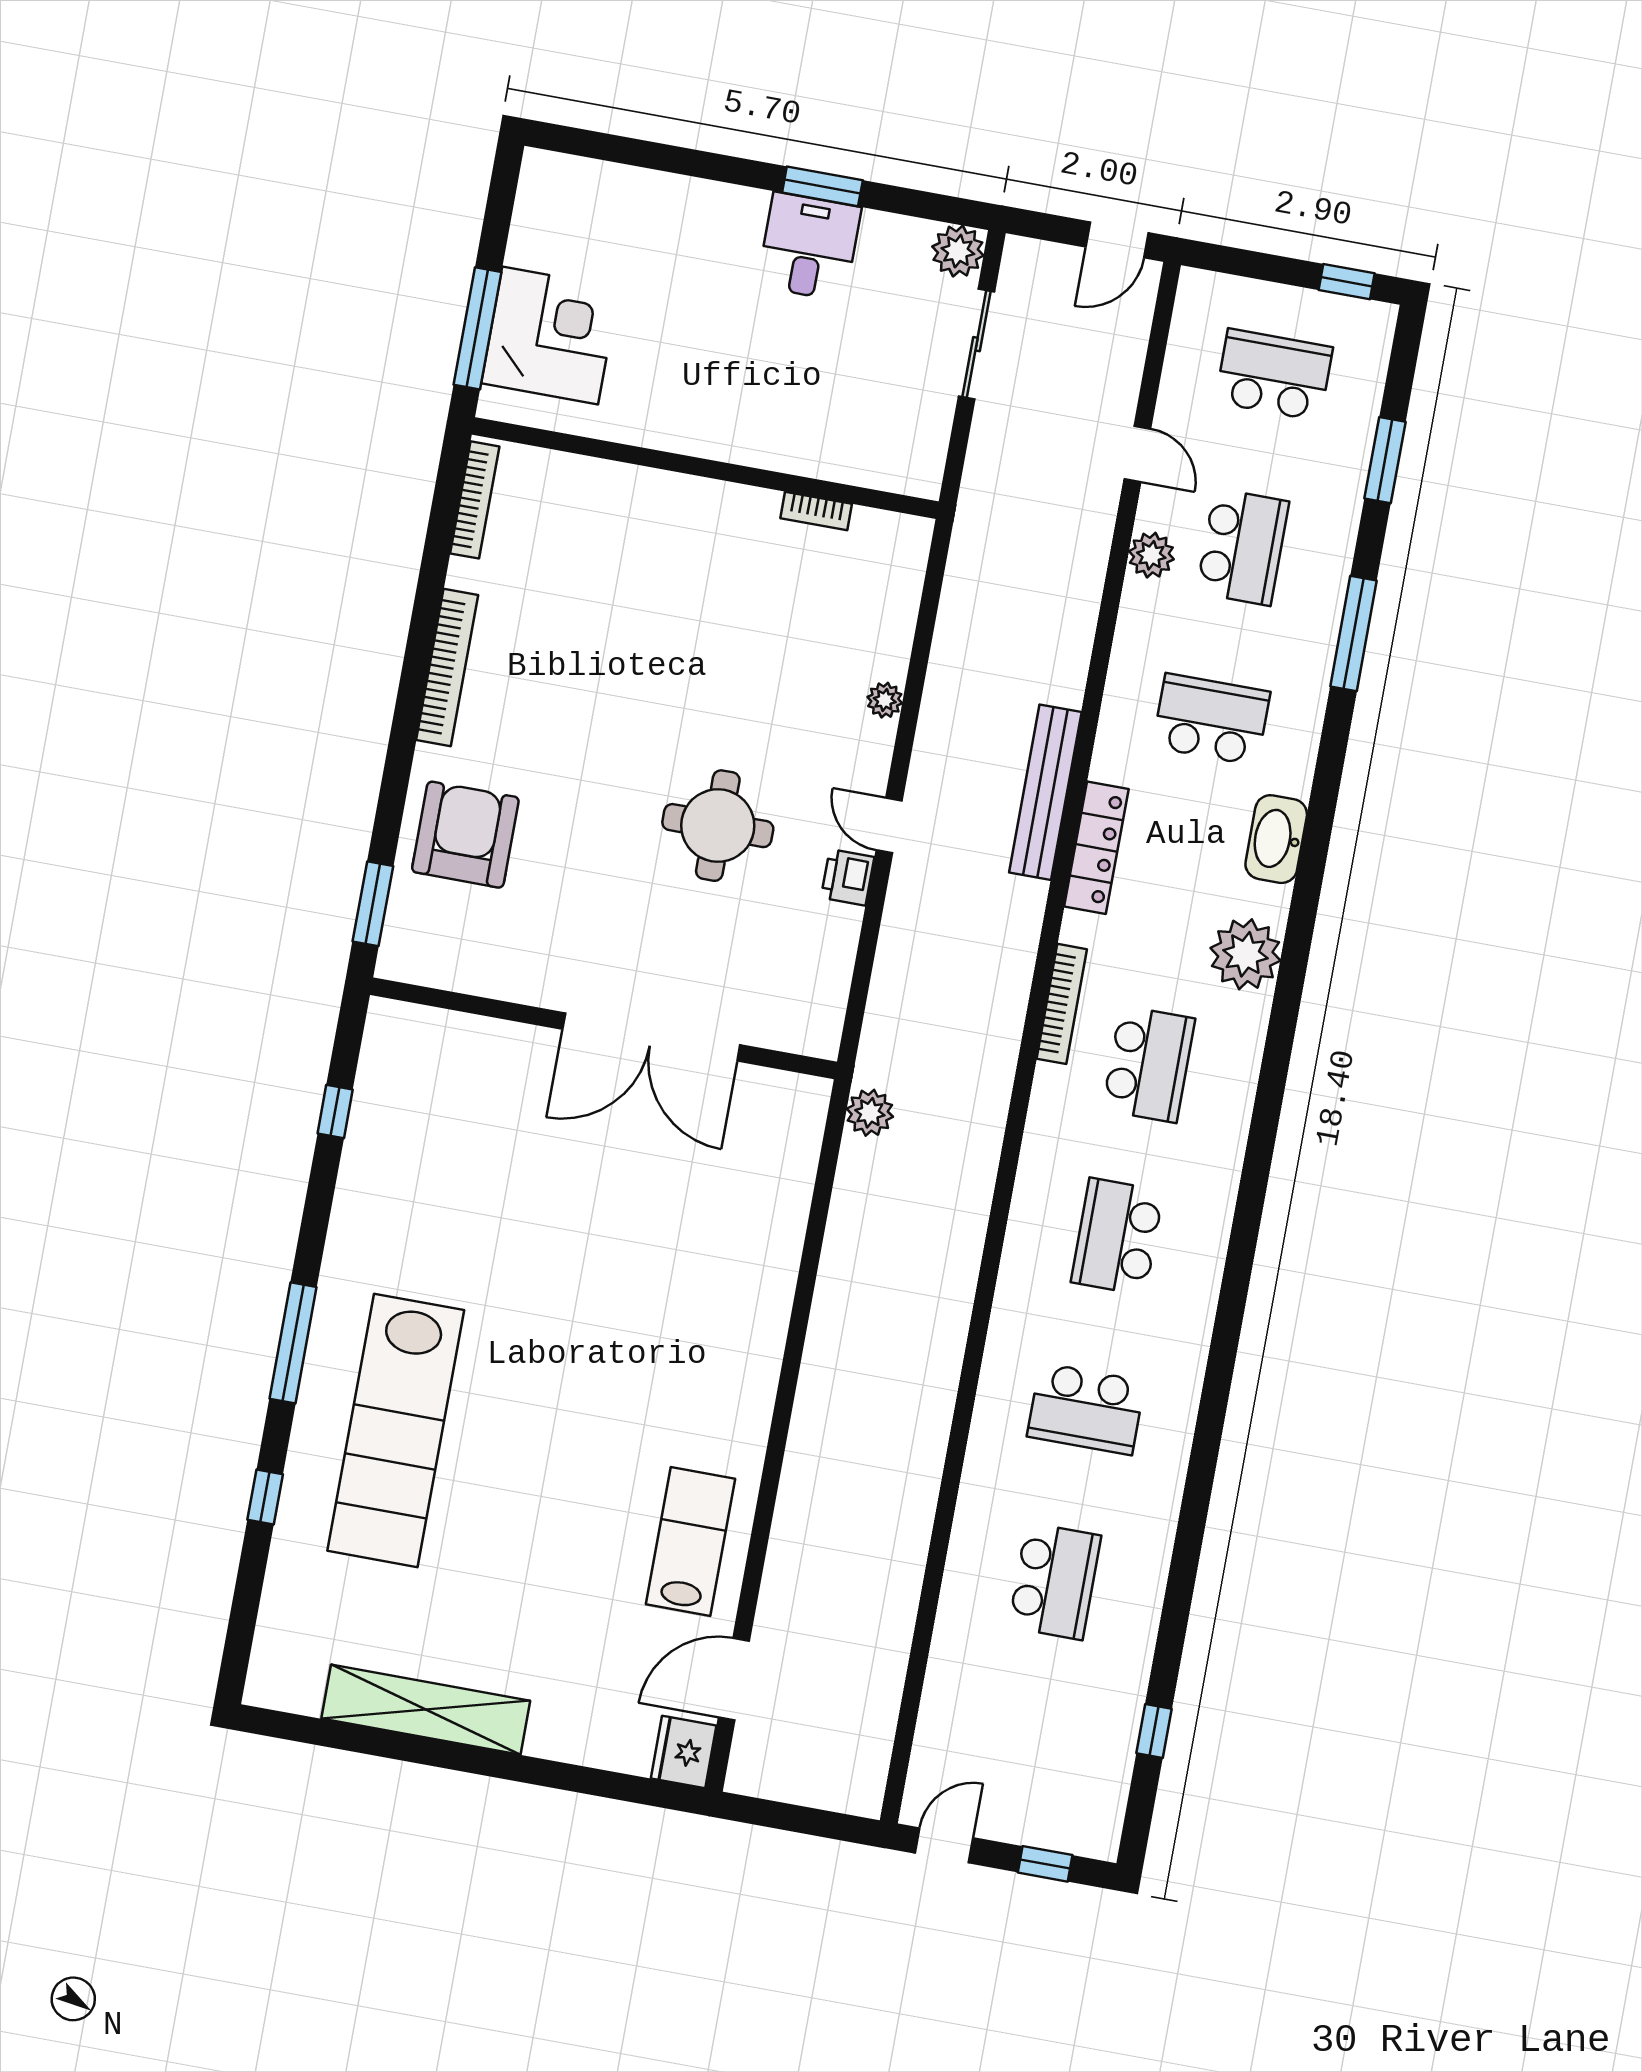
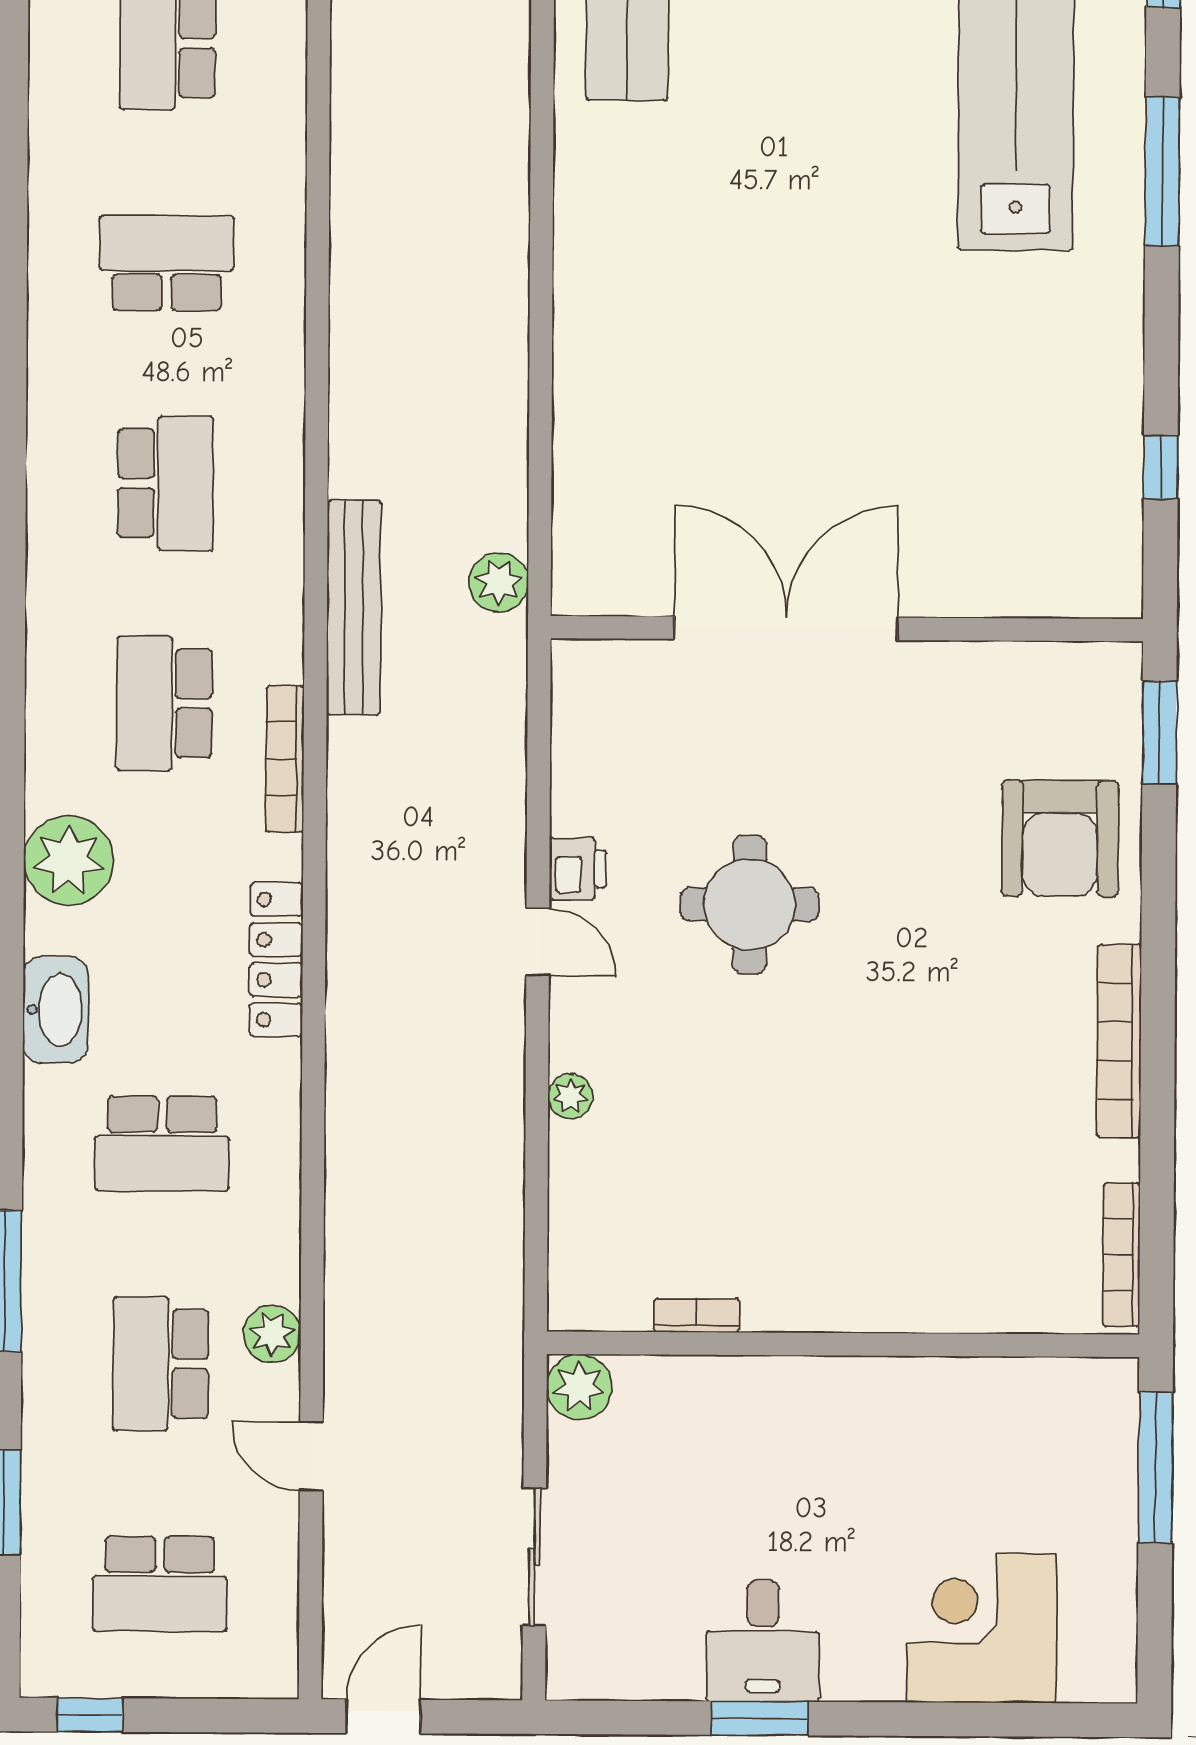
plant: (958, 251) -> (579, 1387), moved
corner desk: (550, 335) -> (982, 1628), moved, turned 90
bench: (1045, 792) -> (354, 607), moved

